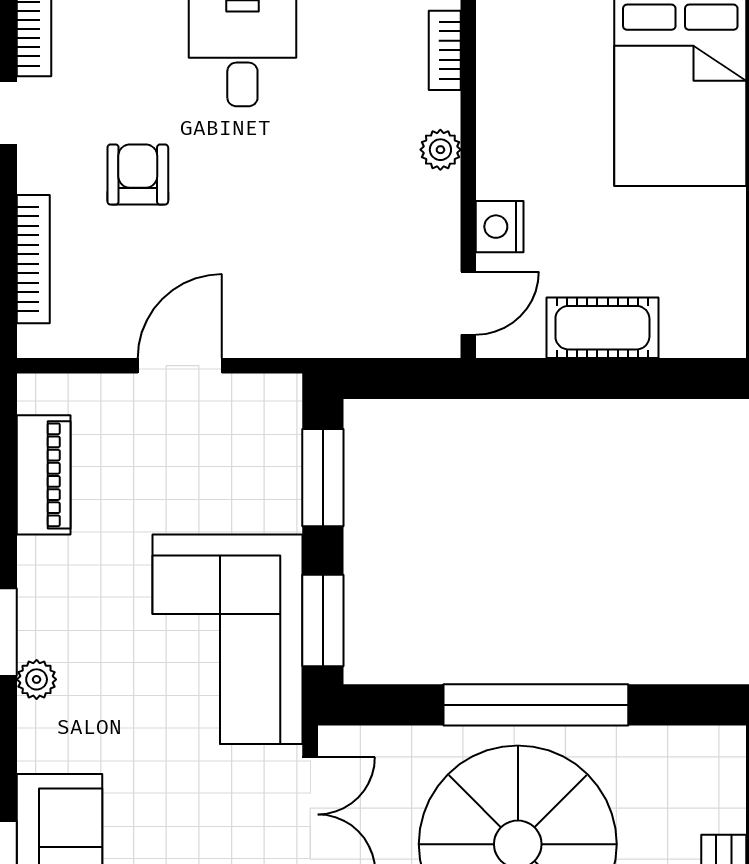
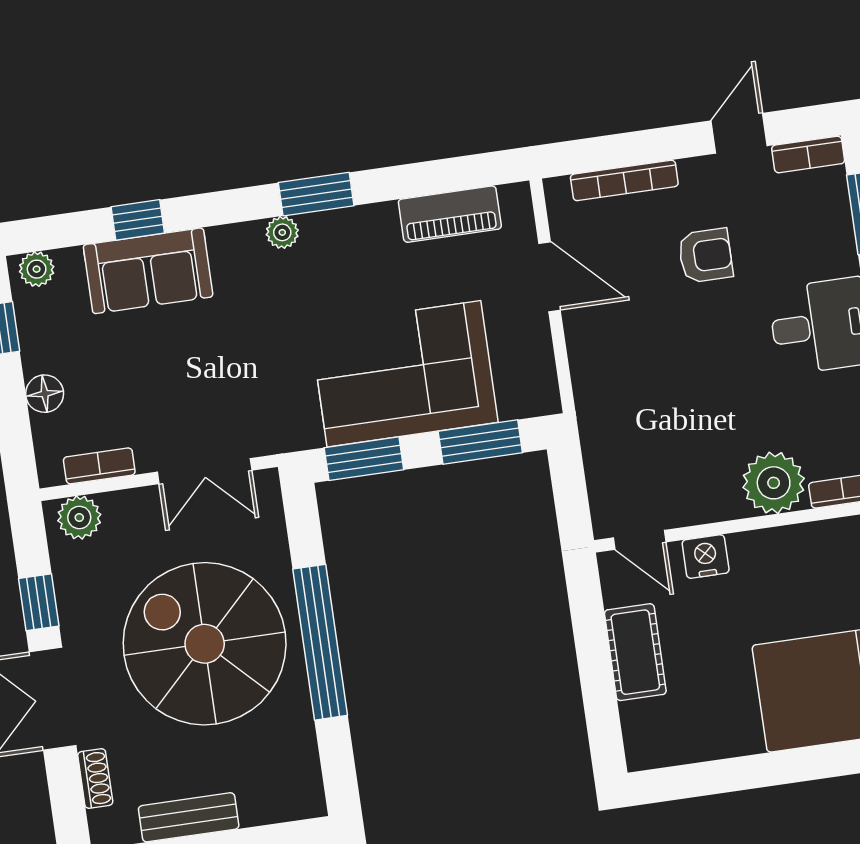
plant: (440, 150) -> (774, 483), width x1.87, depth x1.87
door: (180, 366) -> (550, 277), moved
corner sofa: (228, 639) -> (404, 374), moved

